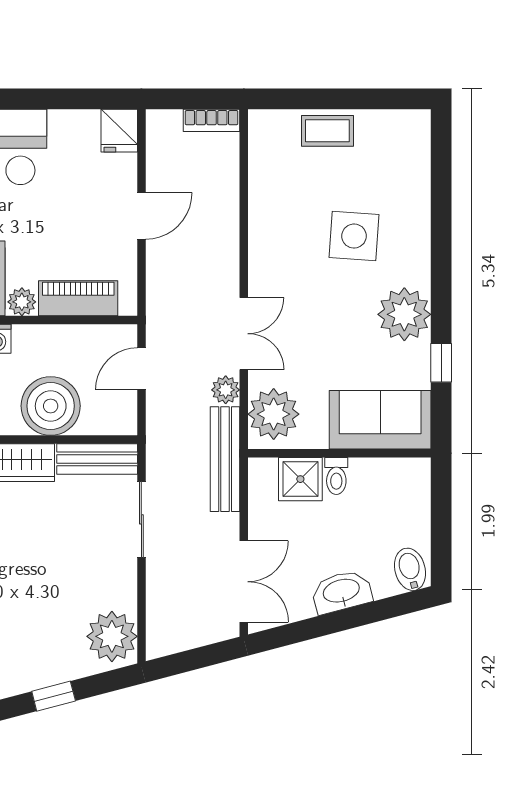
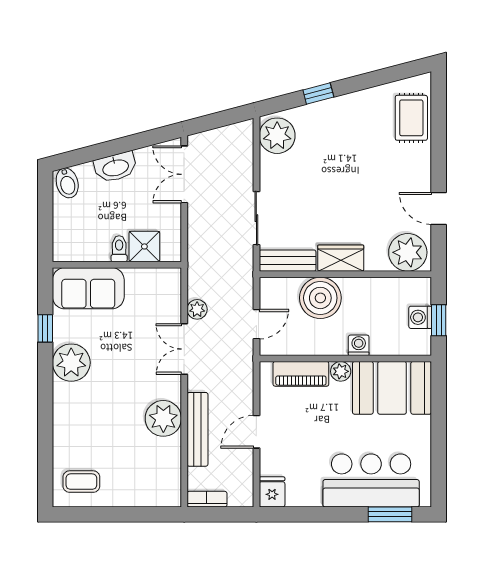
coffee table: (327, 131) -> (81, 482), moved
side table: (354, 236) -> (107, 418), removed
plant: (274, 414) -> (163, 418), moved
bench: (225, 459) -> (197, 429), moved

